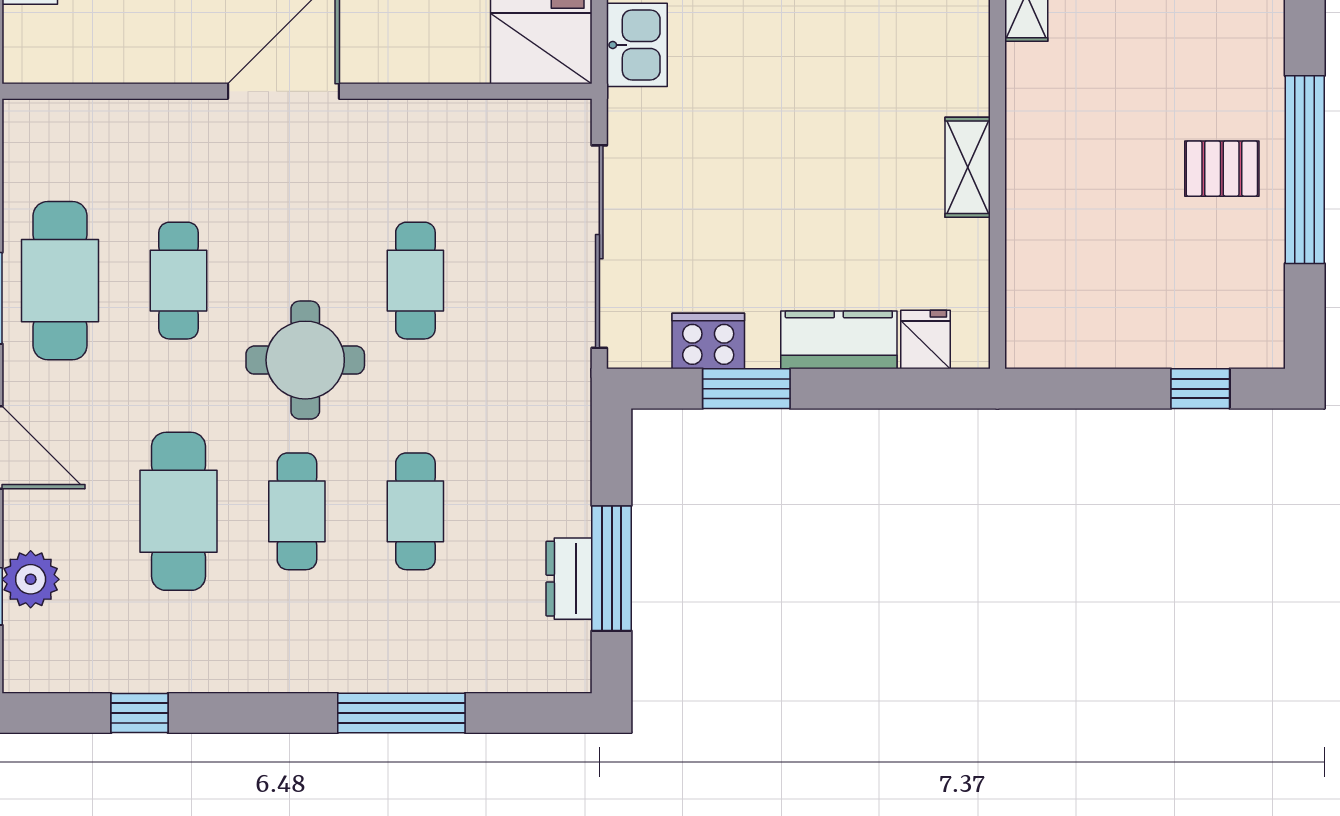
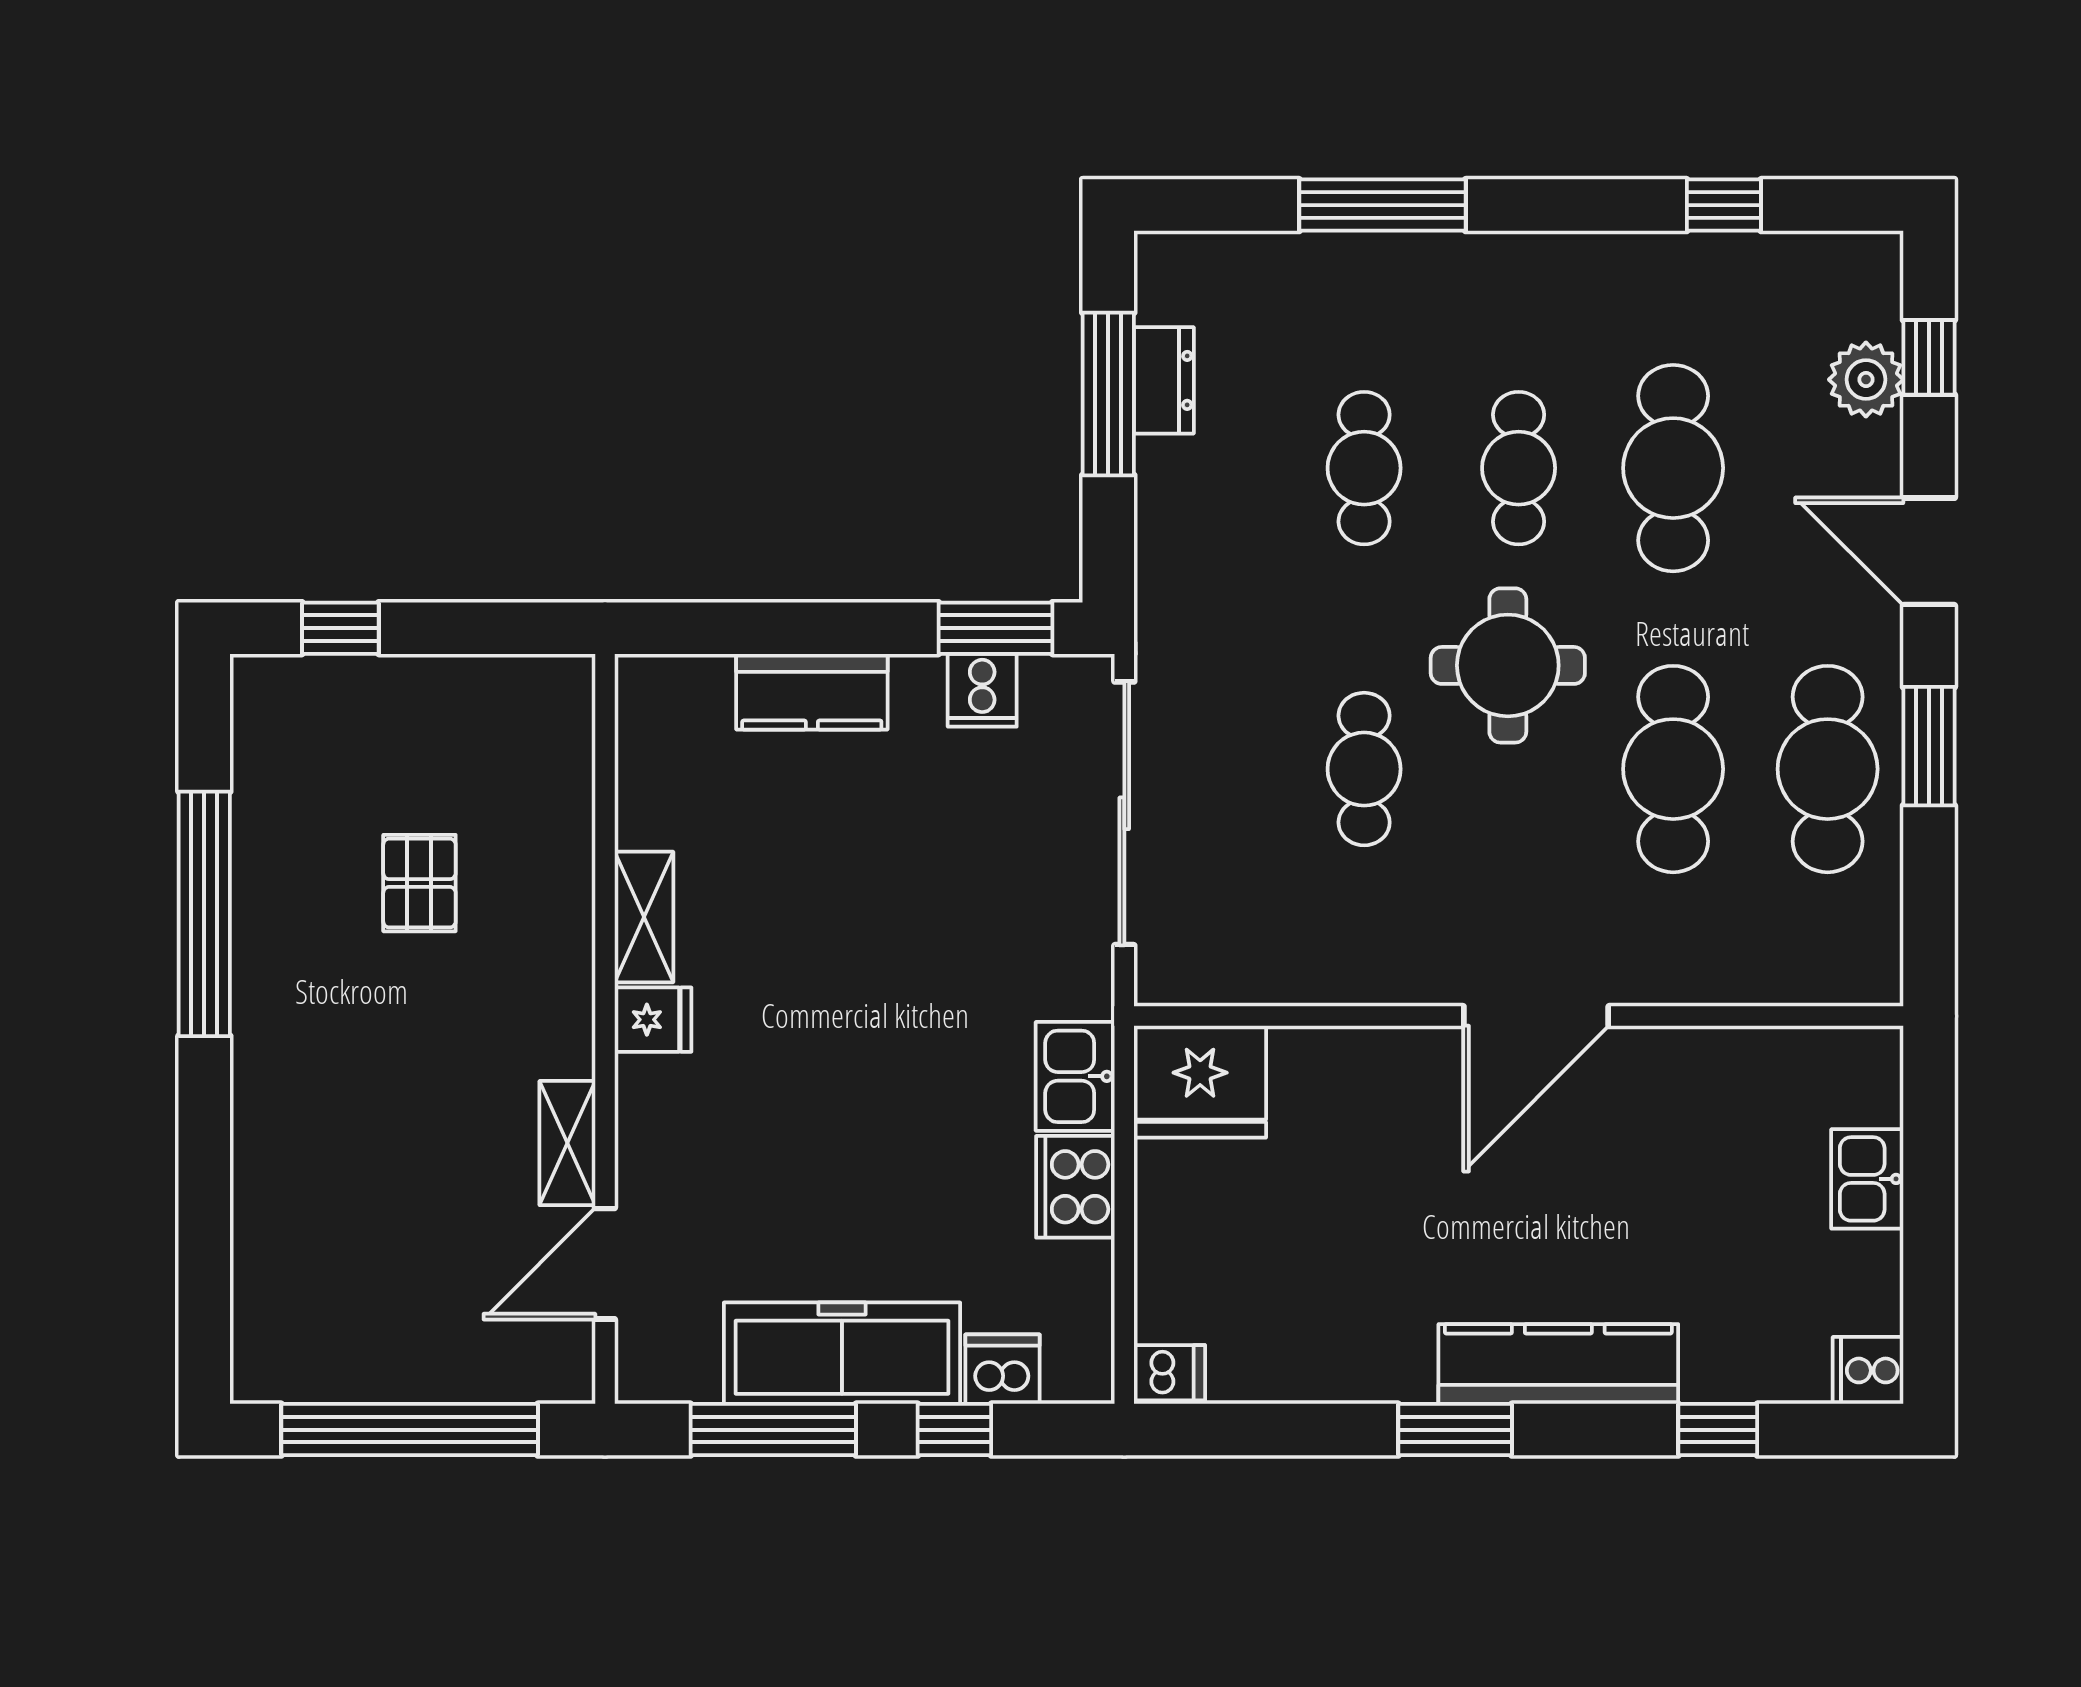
pallet: (1222, 169) -> (419, 883), moved, turned 90
cafe table: (179, 281) -> (1673, 769), width x1.37, depth x1.35
fridge: (926, 339) -> (653, 1020), moved, turned -90
cooker: (708, 341) -> (982, 690), width x0.73
window: (746, 389) -> (995, 628), moved

